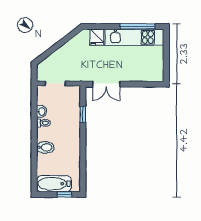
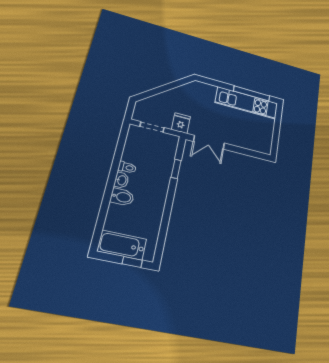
fridge: (97, 37) -> (181, 123), moved, turned 180
washbasin: (42, 112) -> (121, 180), moved

